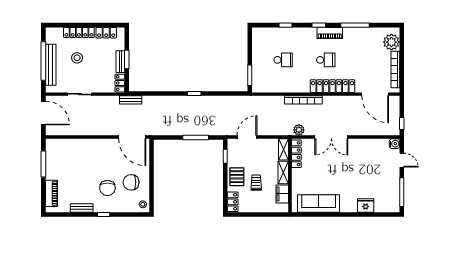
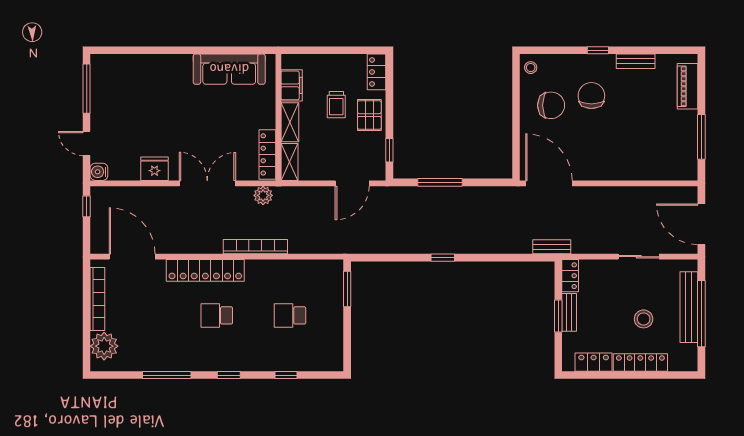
piano: (330, 33) -> (210, 362), removed
fridge: (366, 205) -> (154, 169), moved, turned 180

